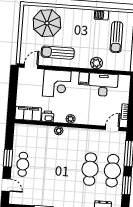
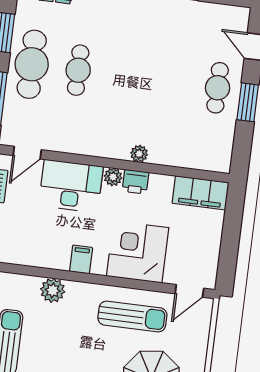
desk: (103, 85) -> (71, 186), moved, turned 180
printer: (48, 116) -> (136, 182), moved
cafe table: (90, 169) -> (78, 70), width x0.73, depth x0.74

